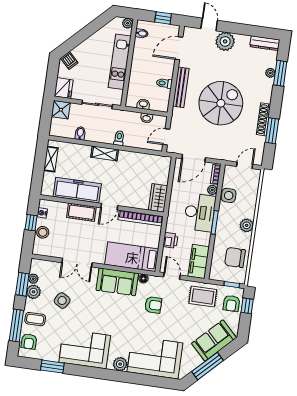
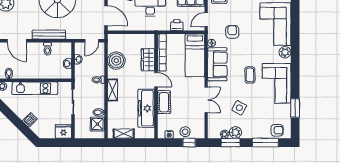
dishwasher: (69, 60) -> (30, 120), moved
shower: (61, 110) -> (97, 124), moved
door: (166, 137) -> (92, 41), hinge flipped
boiler: (139, 163) -> (116, 61), added
wardrobe: (158, 198) -> (148, 60), moved, turned 90
window: (31, 223) -> (189, 143), moved
coffee table: (35, 319) -> (250, 75), moved

